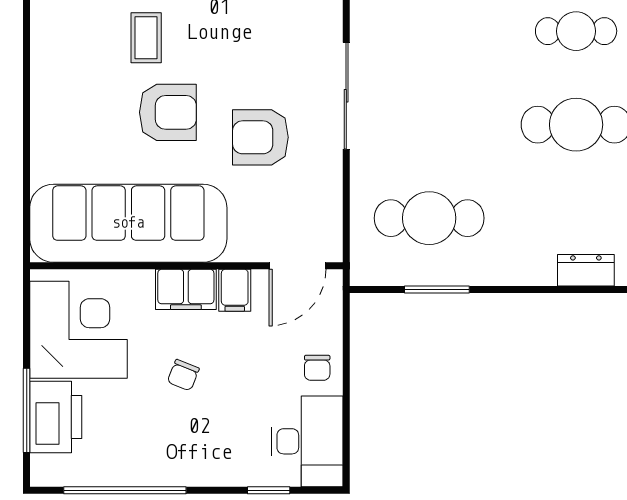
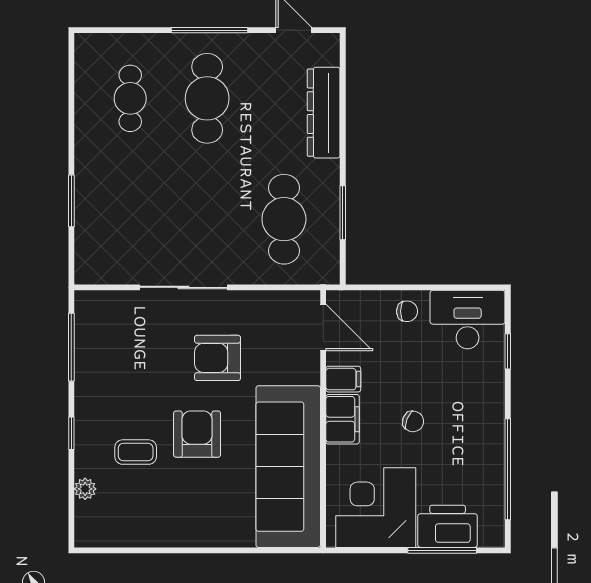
armchair: (260, 137) -> (218, 358), turned 90
dresser: (586, 270) -> (324, 113), width x1.96, depth x1.24

